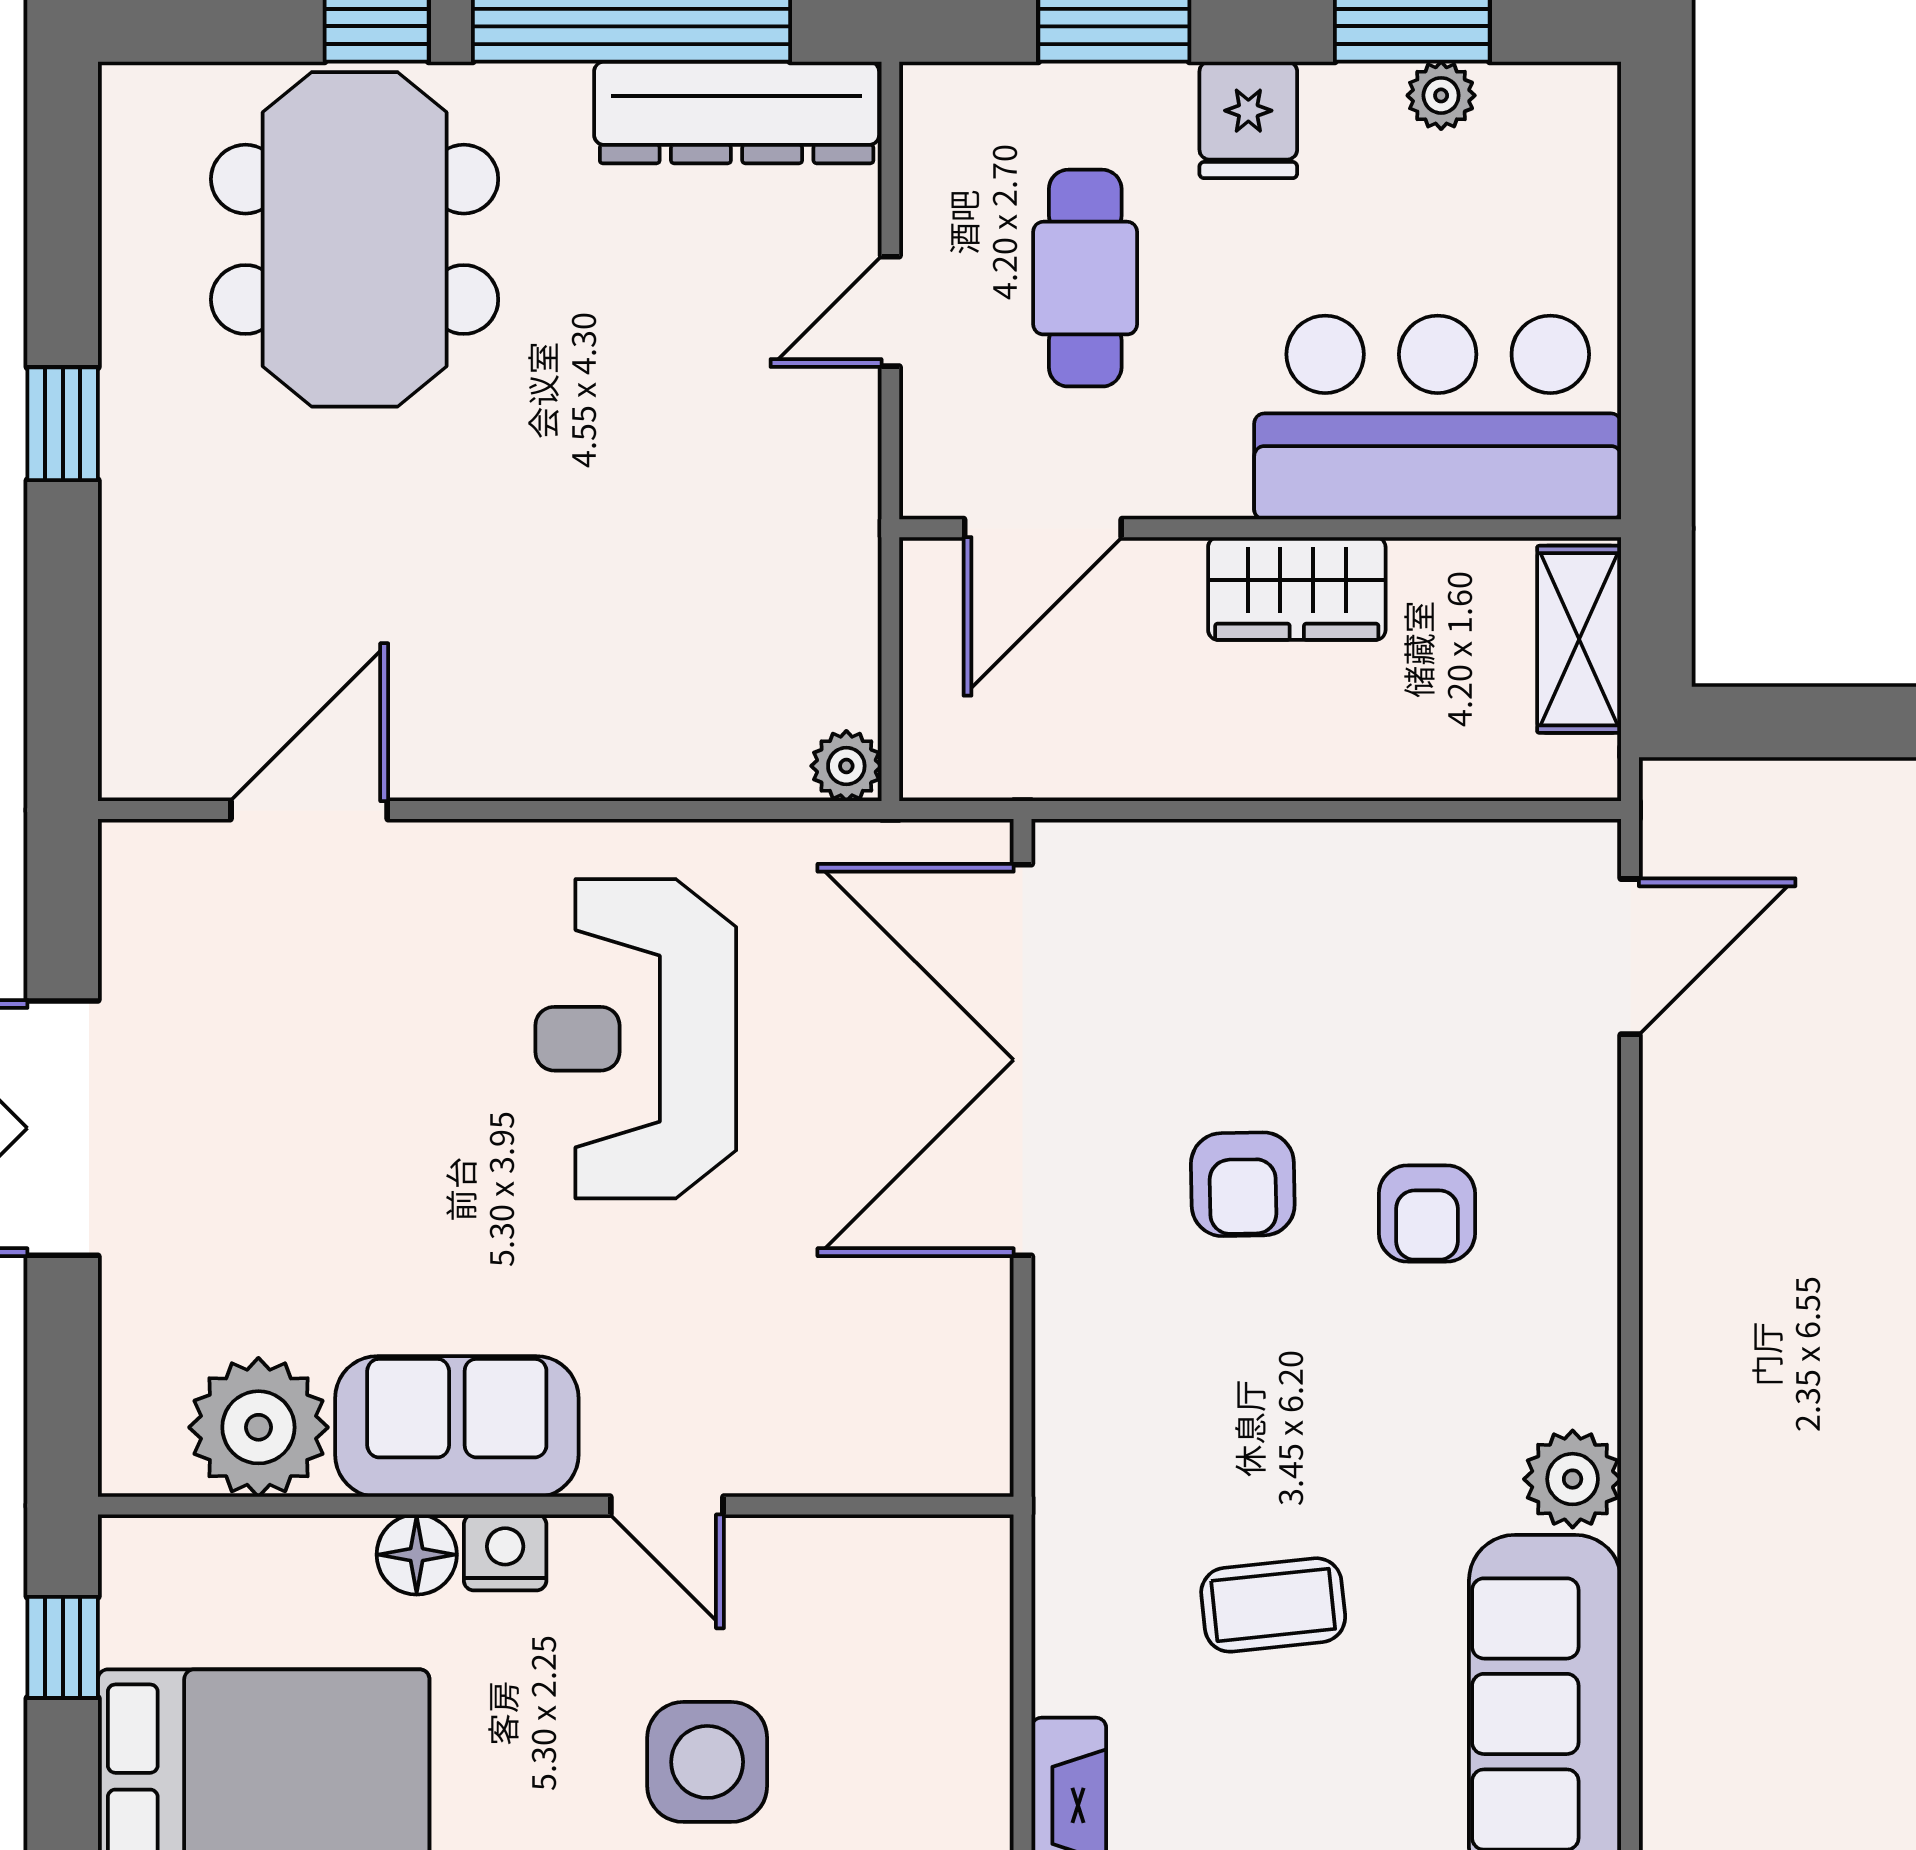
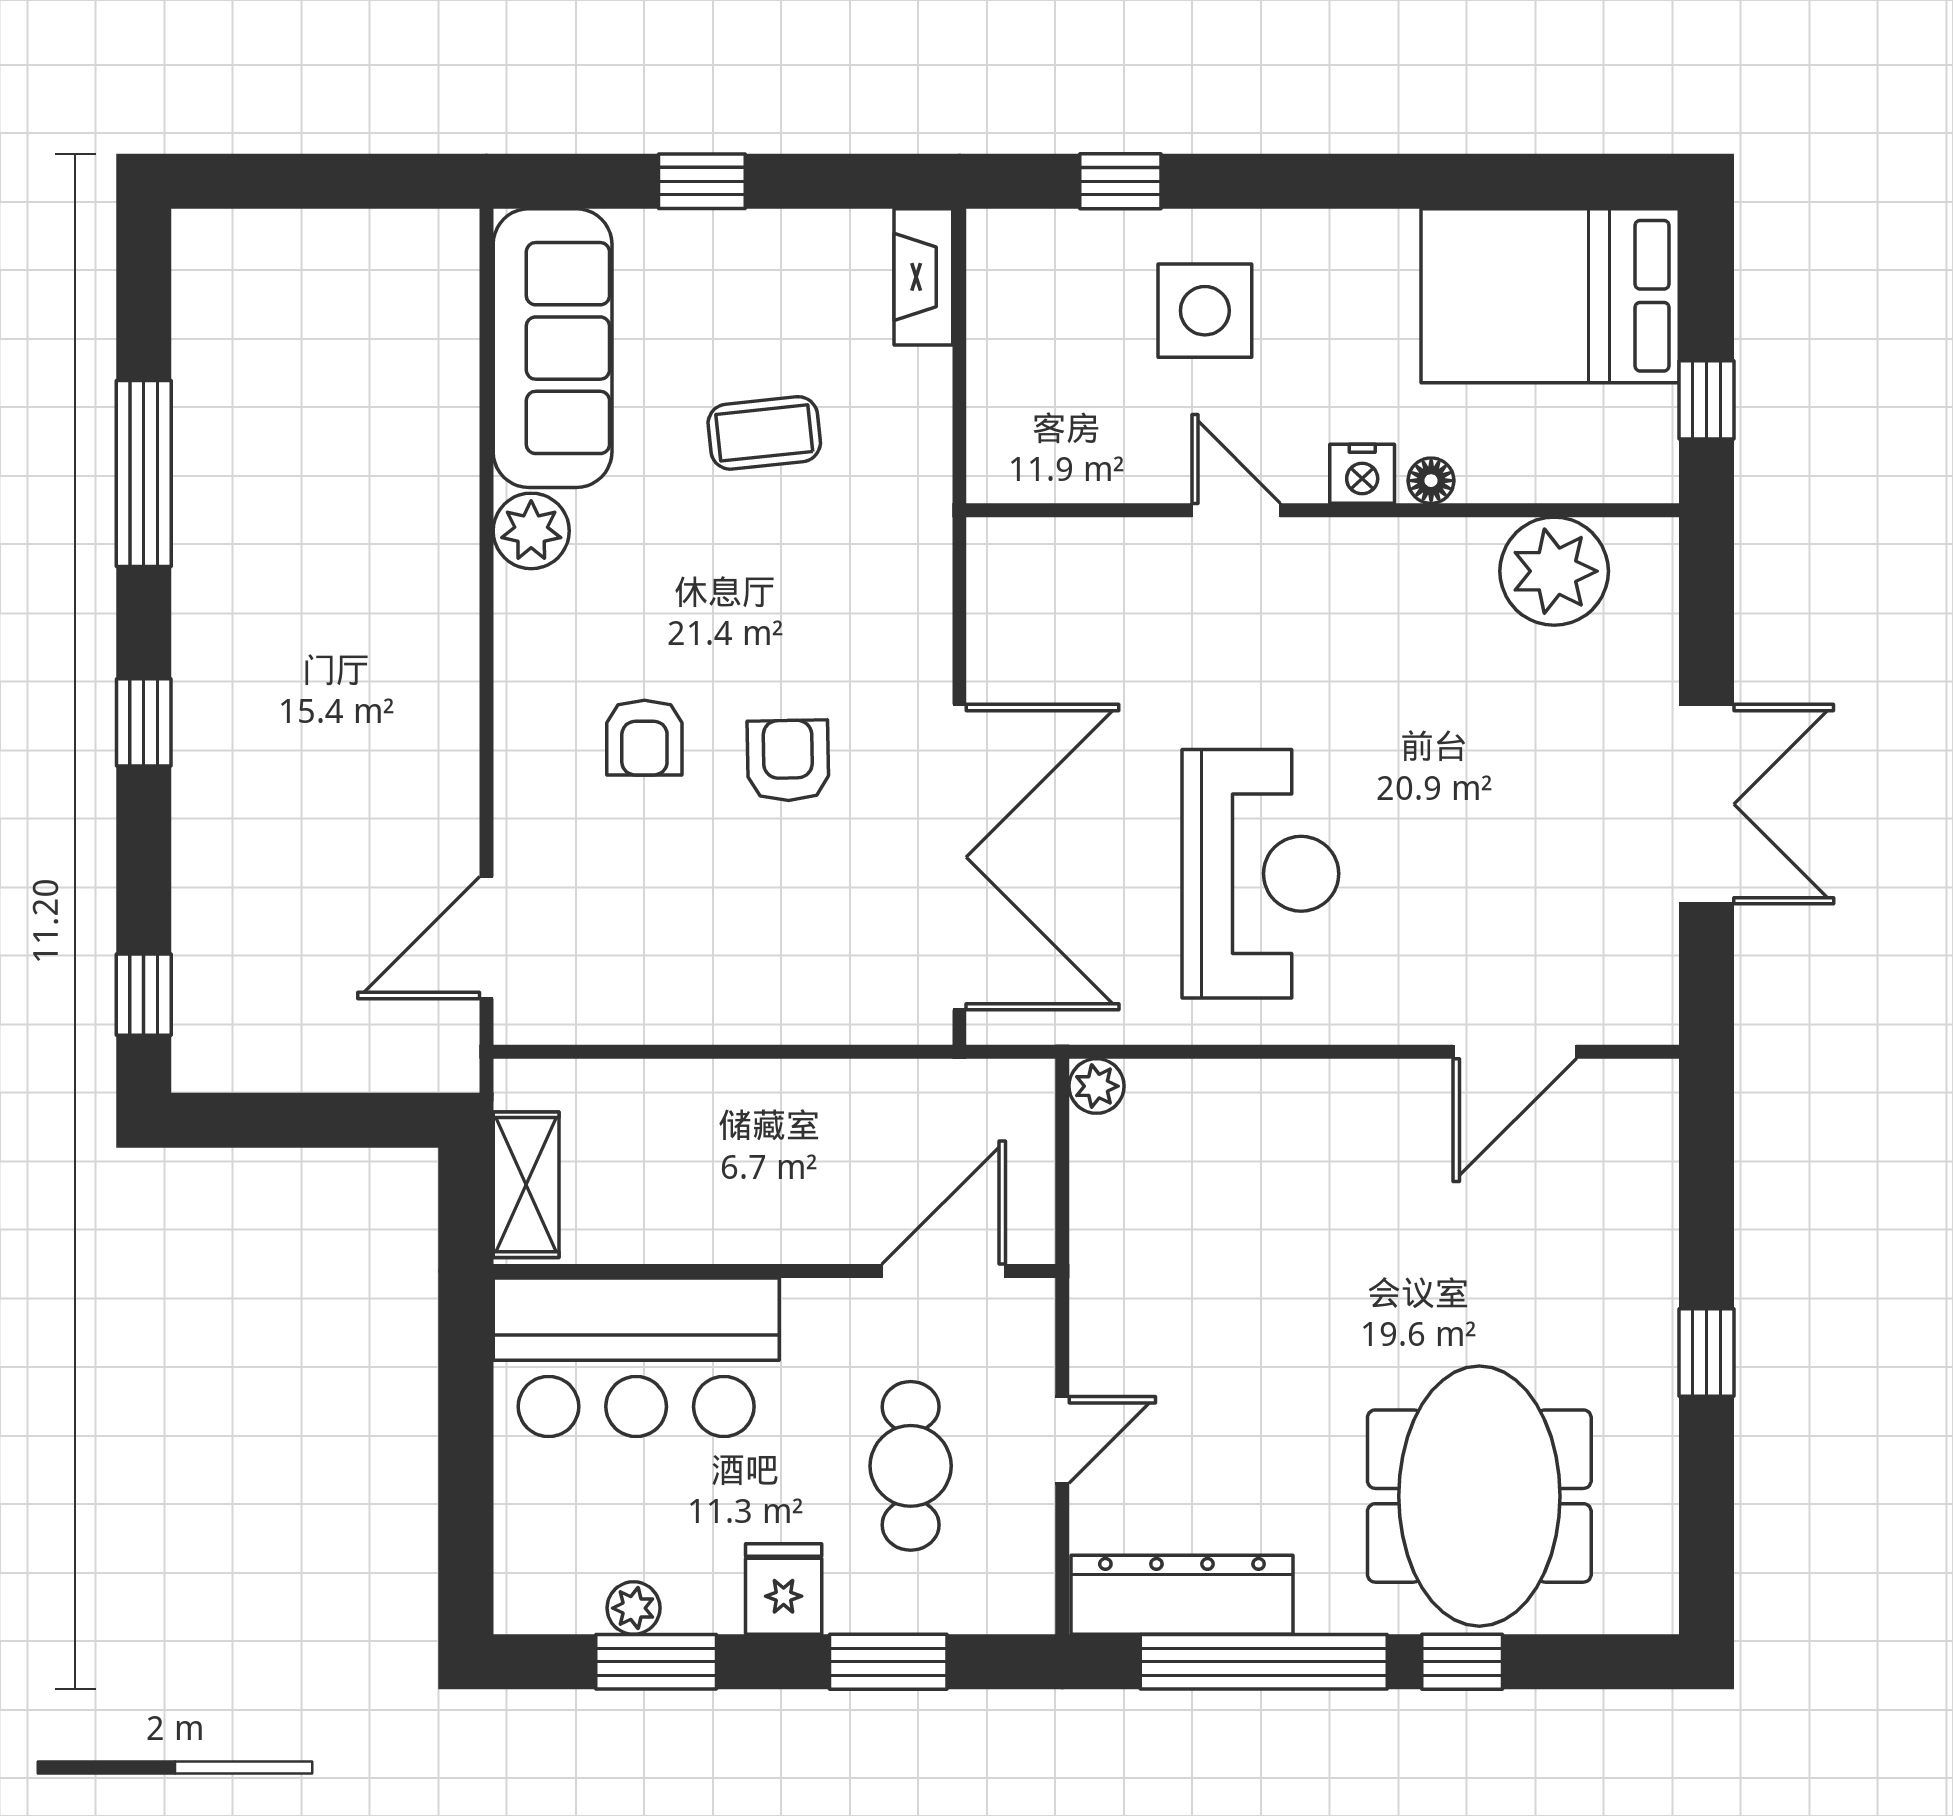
wardrobe: (1297, 589) -> (746, 1224), removed
armchair: (1427, 1214) -> (644, 738), turned 180
sofa: (457, 1426) -> (1400, 572), removed
floor lamp: (417, 1555) -> (1431, 481), width x0.73, depth x0.73

